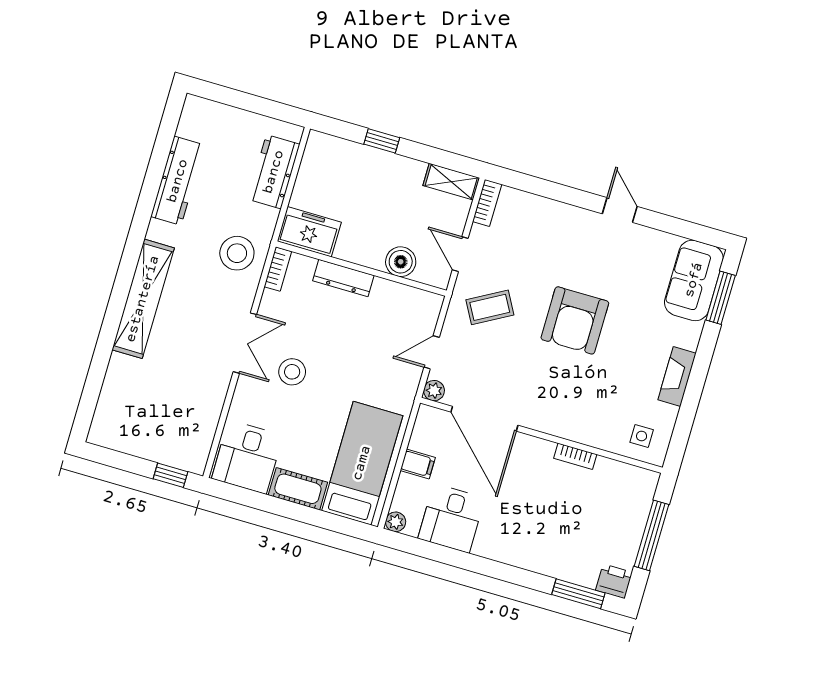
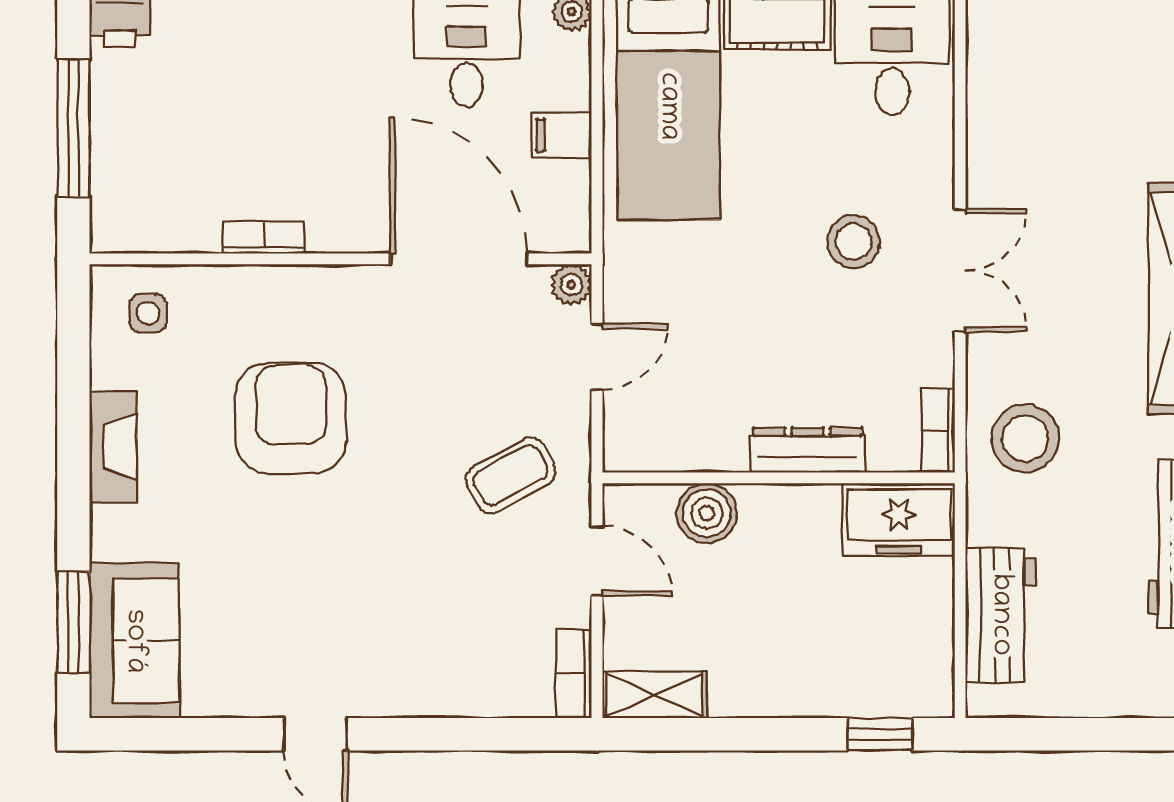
window: (382, 141) -> (880, 734), moved
armchair: (575, 320) -> (291, 418), moved
double door: (245, 343) -> (960, 270), swing flipped

